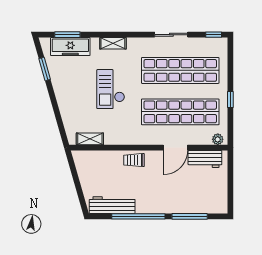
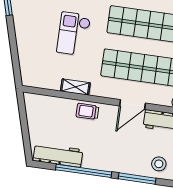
shelving: (90, 139) -> (75, 87), moved
stool: (208, 200) -> (159, 164), added

